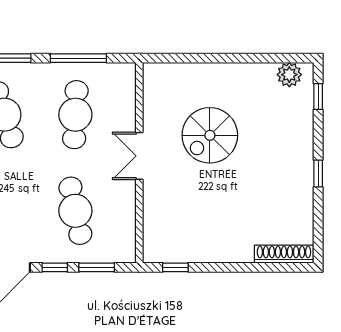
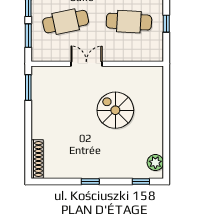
window: (78, 58) -> (166, 24), width x0.46
double door: (139, 156) -> (86, 64), moved
window: (175, 267) -> (28, 87), width x1.50

